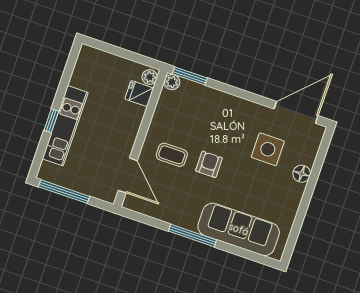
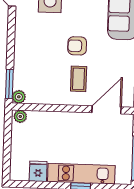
fridge: (139, 94) -> (38, 171), moved, turned 180

